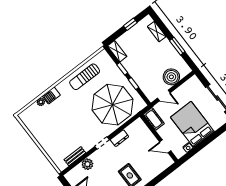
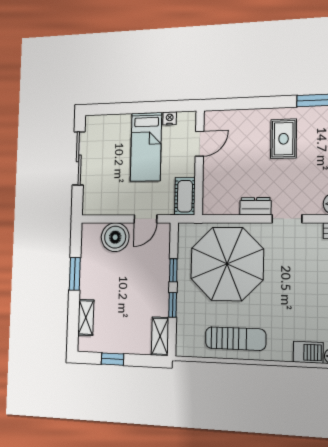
door: (164, 96) -> (145, 219), swing flipped
bed: (192, 124) -> (146, 147), width x0.67
door: (165, 146) -> (200, 144), hinge flipped

